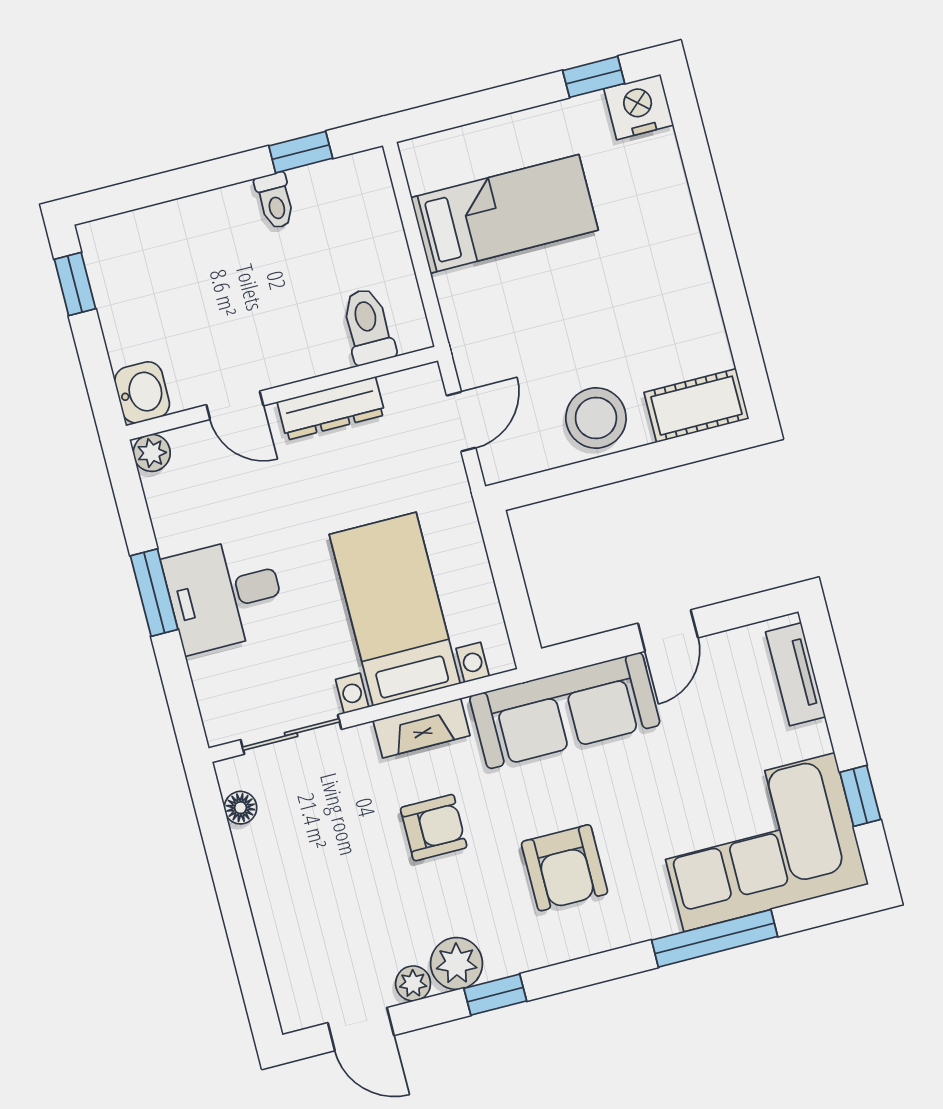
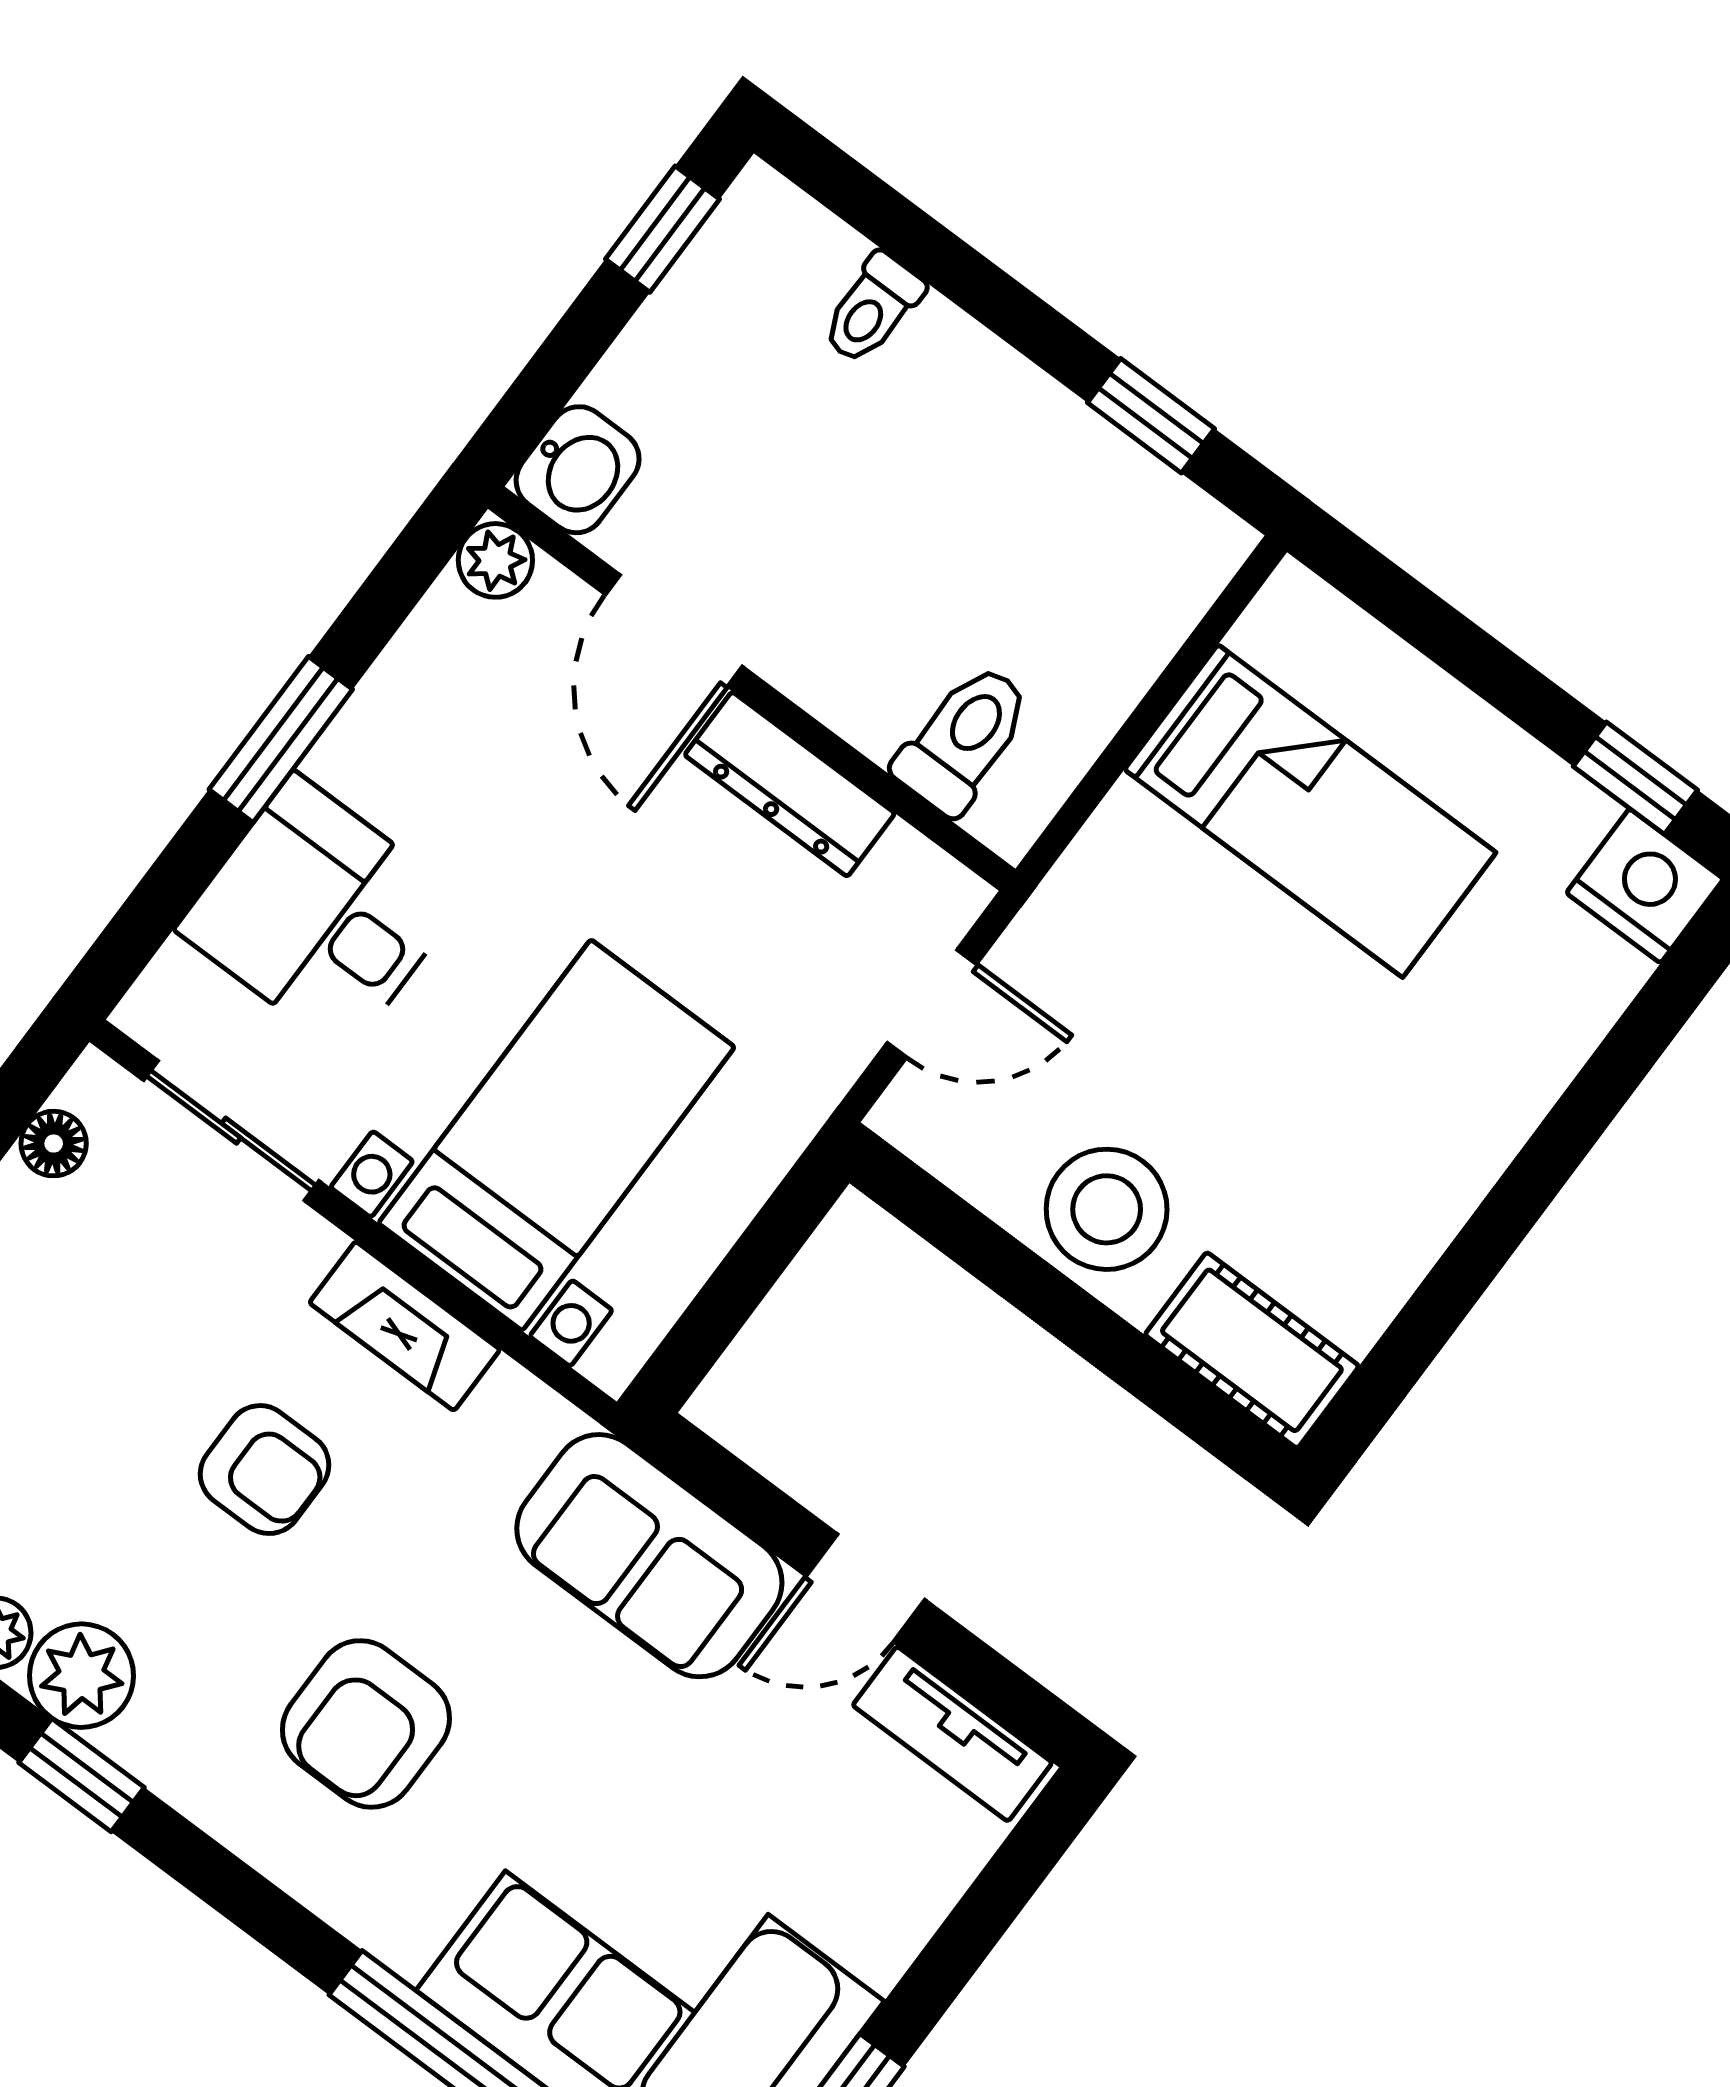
toilet: (275, 201) -> (872, 309), moved
door: (235, 405) -> (674, 630), width x1.38
desk: (225, 595) -> (320, 914), moved
tv unit: (796, 674) -> (952, 1734), moved, turned -90
sofa: (565, 711) -> (649, 1556), width x0.73

